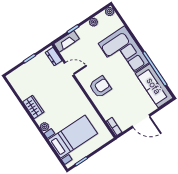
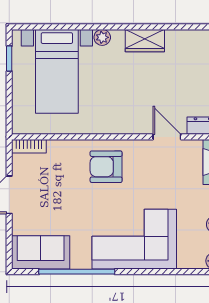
door: (69, 69) -> (167, 137), swing flipped
sofa: (154, 86) -> (41, 252), width x0.73
armchair: (100, 87) -> (106, 167), turned 90

